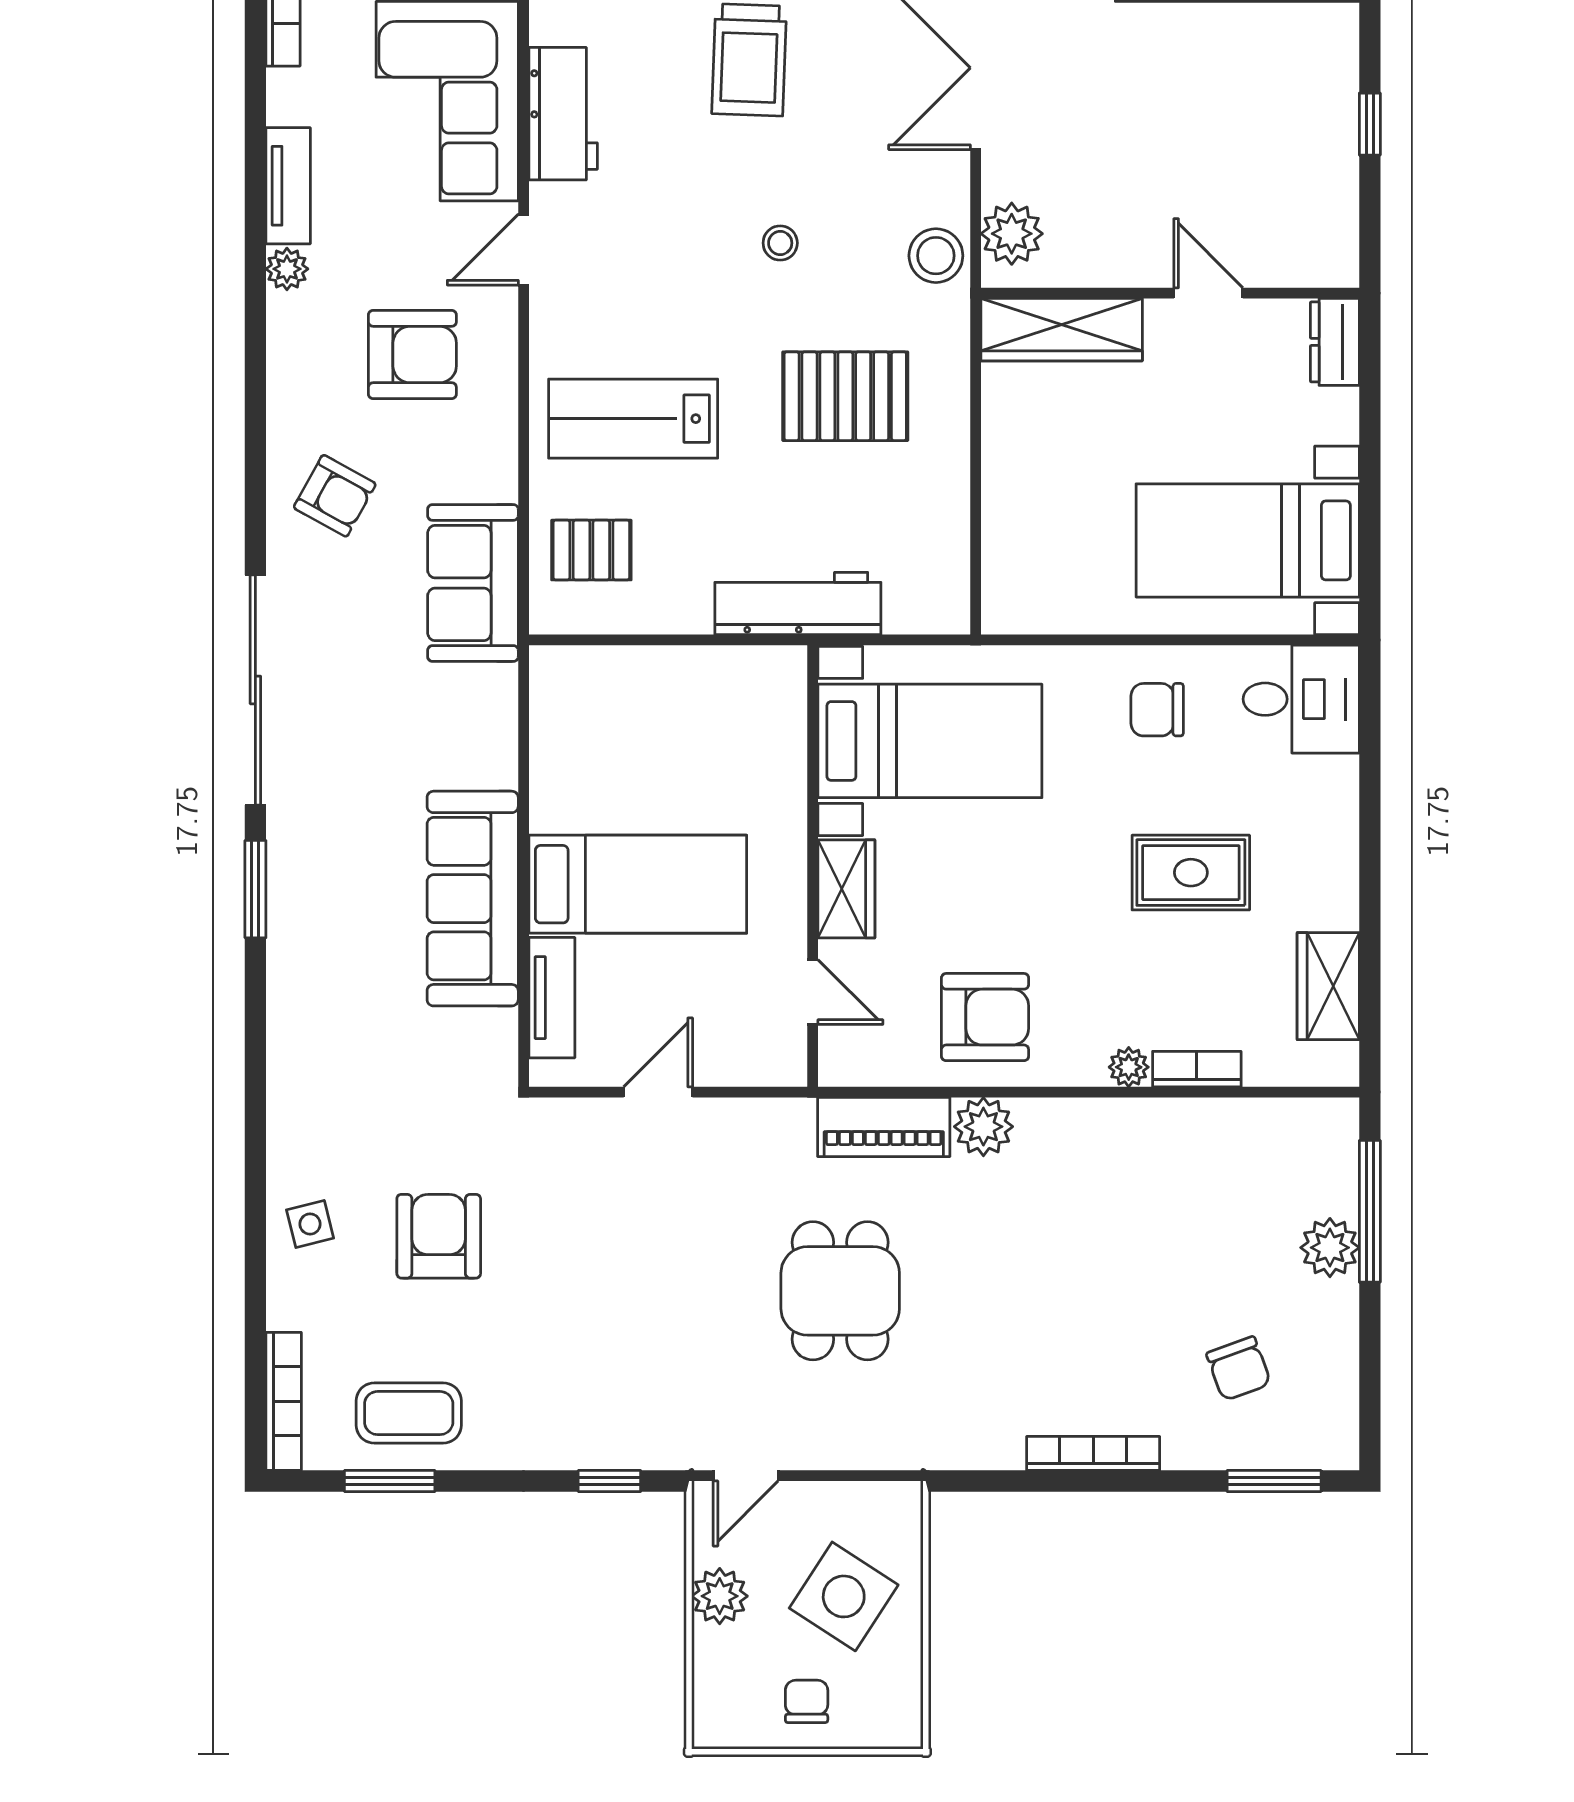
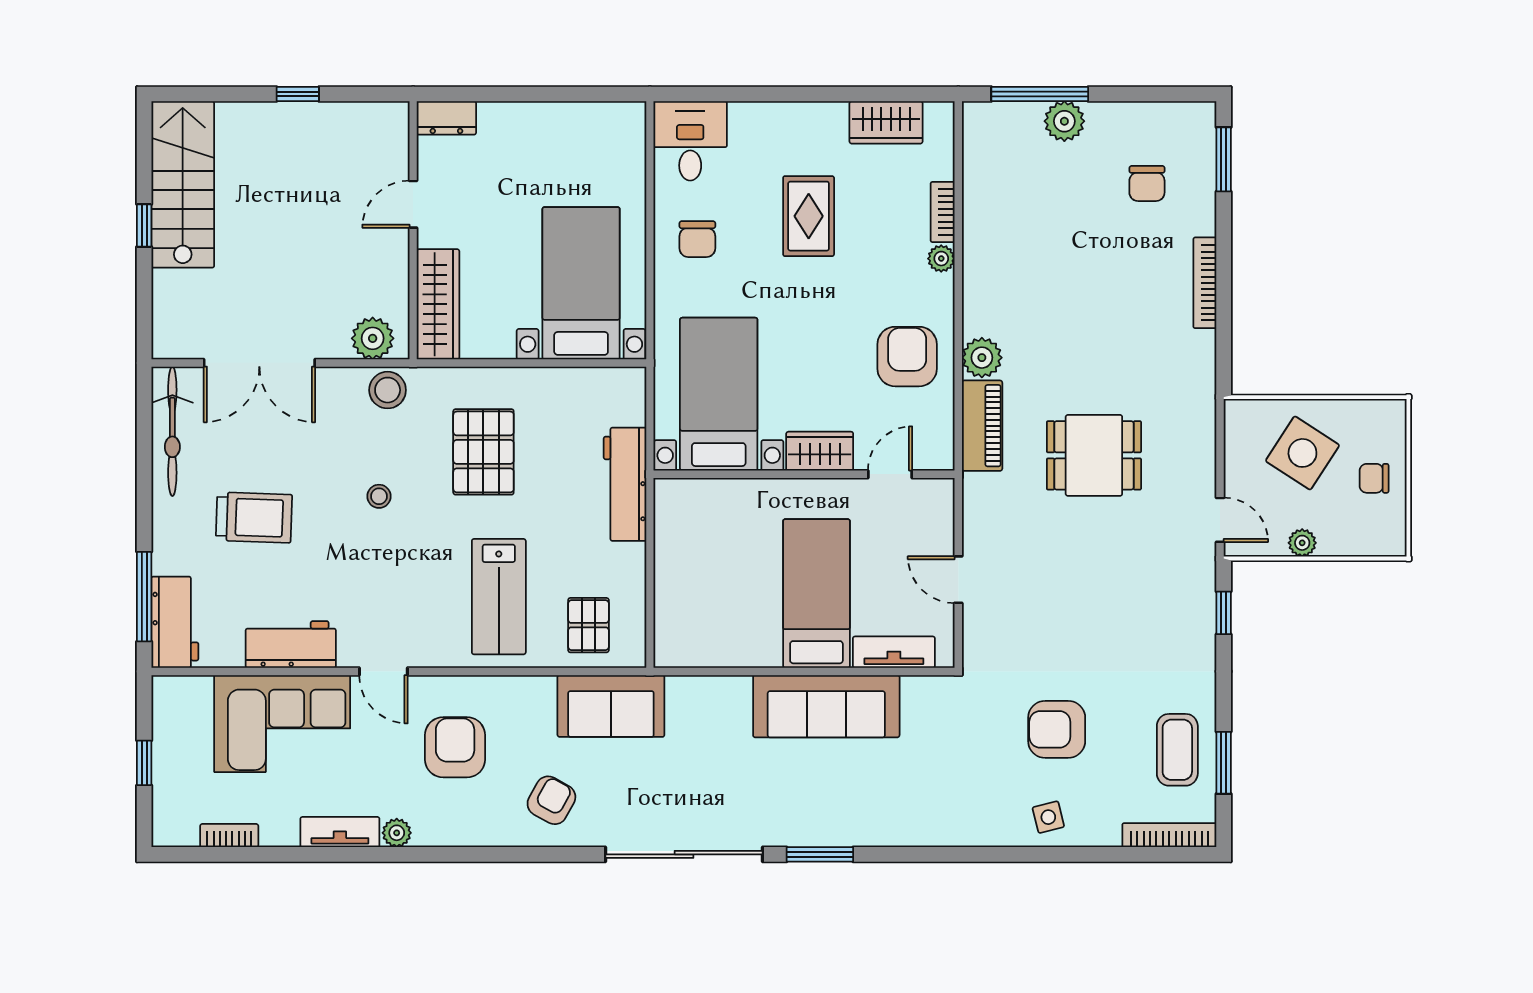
bed with nightstands: (1248, 540) -> (581, 283), moved, turned 180
chair: (1239, 1369) -> (1147, 184), turned 110
plant: (720, 1596) -> (1302, 543), width x0.73, depth x0.73

